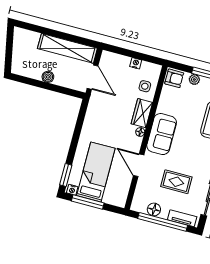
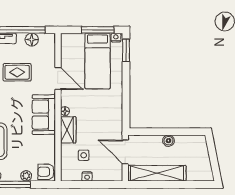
side table: (145, 86) -> (84, 155), moved

